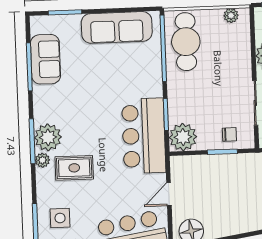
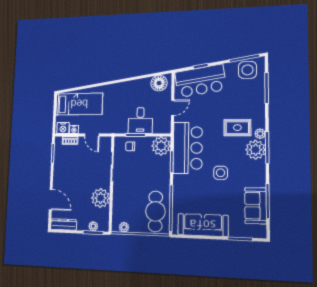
desk: (216, 174) -> (140, 120), added
side table: (60, 218) -> (221, 173), moved

